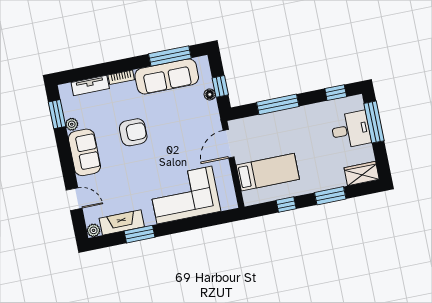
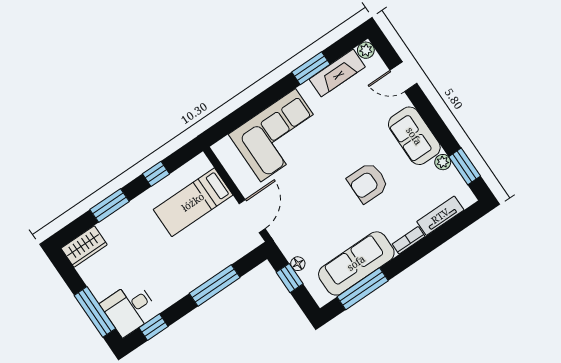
desk: (351, 130) -> (129, 308), moved

